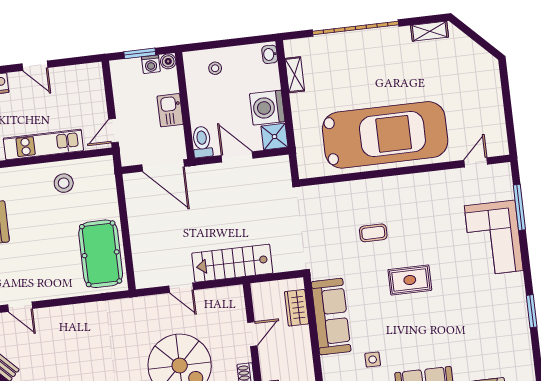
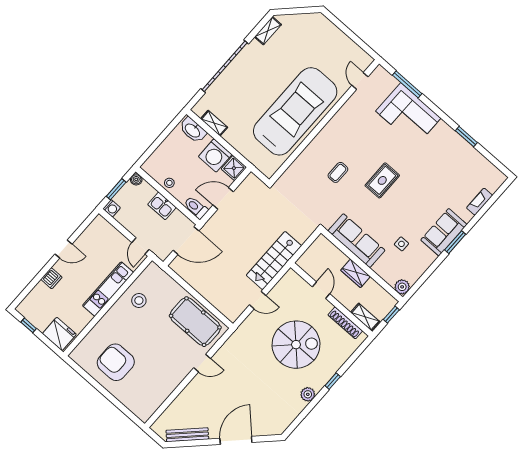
washbasin: (270, 54) -> (193, 130), width x1.91, depth x1.45
washing machine: (151, 64) -> (112, 208), moved
stool: (215, 68) -> (169, 183), moved
door: (20, 307) -> (202, 363), moved
wardrobe: (297, 308) -> (355, 273), moved

